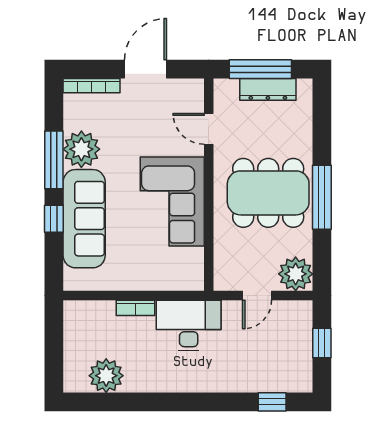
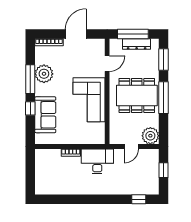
window: (322, 121) -> (163, 60), added
door: (209, 129) -> (107, 64), swing flipped
sofa: (84, 219) -> (45, 115), width x0.73
plant: (106, 376) -> (56, 186), removed

